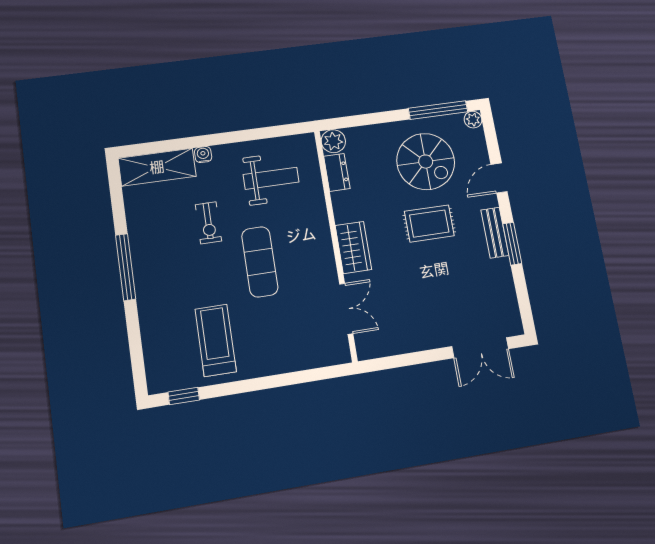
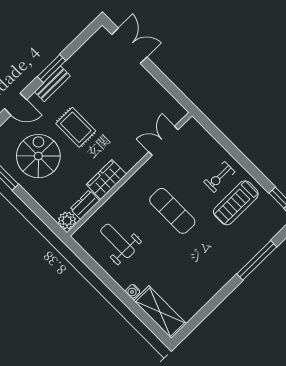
exercise bike: (208, 223) -> (219, 177), moved, turned 180
wardrobe: (353, 247) -> (106, 179), moved
exercise mat: (260, 262) -> (172, 211), turned 90
window: (126, 267) -> (257, 260), moved

